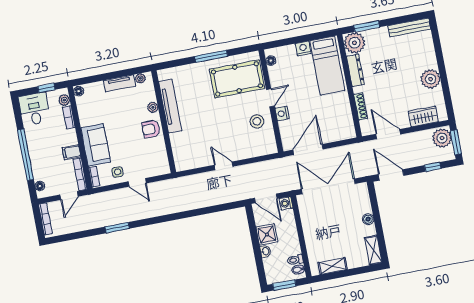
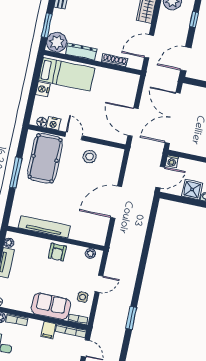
plant: (153, 107) -> (90, 253), moved
nightstand: (282, 113) -> (53, 123), moved
door: (223, 166) -> (116, 202), width x1.88

